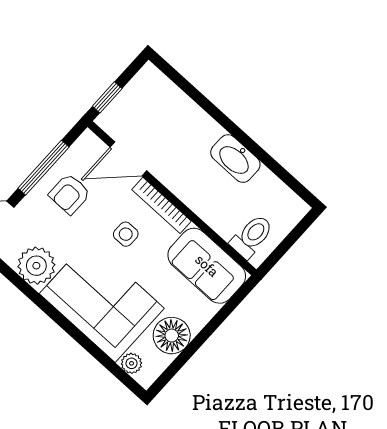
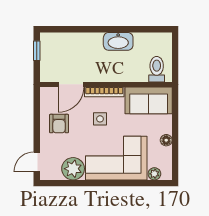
window: (107, 97) -> (37, 51), moved
window: (43, 168) -> (37, 122), removed
floor lamp: (172, 336) -> (166, 140), width x0.53, depth x0.53

